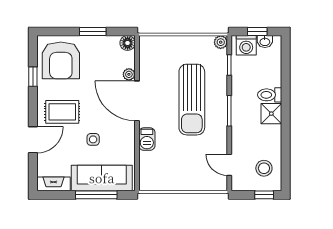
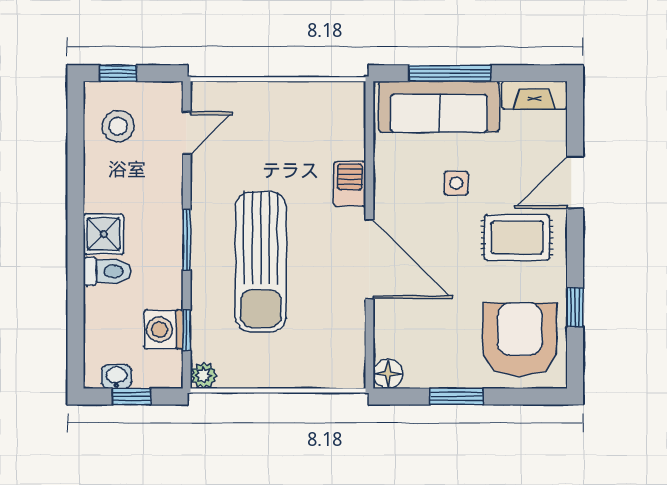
washing machine: (246, 45) -> (163, 330), moved, turned -90
plant: (129, 74) -> (385, 312), removed
sun lounger: (192, 100) -> (261, 262), turned 180
door: (229, 165) -> (187, 133), hinge flipped

